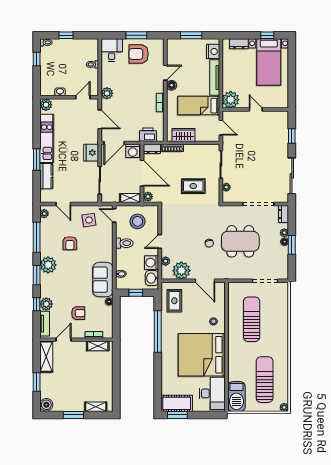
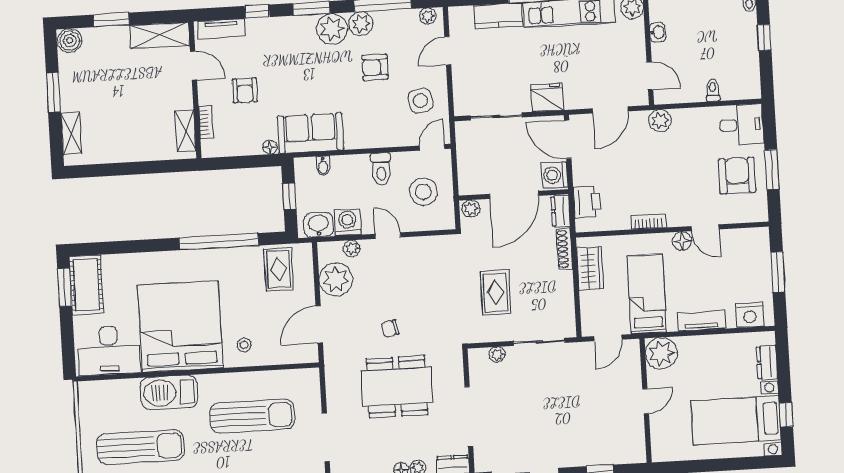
tv unit: (215, 77) -> (701, 321), width x0.71
shelving: (130, 198) -> (466, 175), removed
dining table: (240, 241) -> (397, 387), turned 90
rug: (174, 301) -> (279, 269), turned 90
plant: (46, 304) -> (361, 24), moved
barbecue: (236, 397) -> (169, 393), moved

